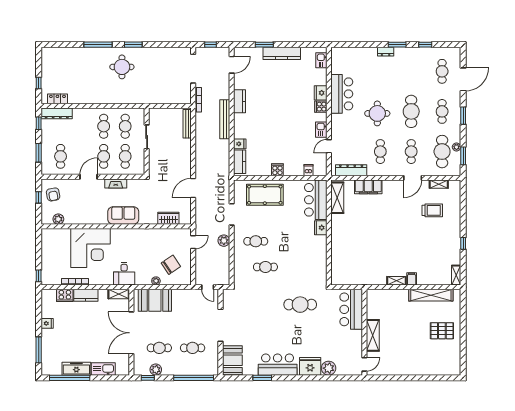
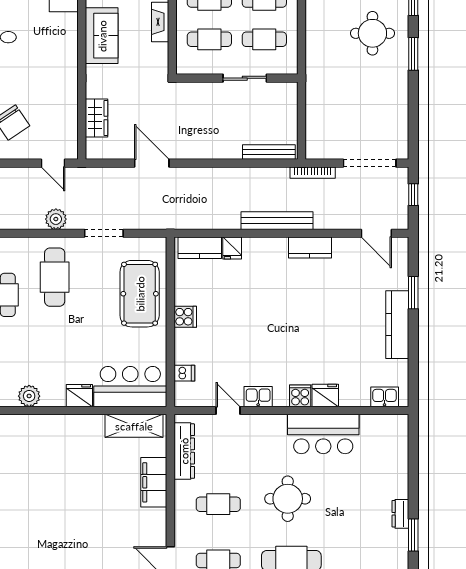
cafe table: (256, 241) -> (55, 277), width x1.37, depth x1.35
plant: (321, 255) -> (29, 396), added

